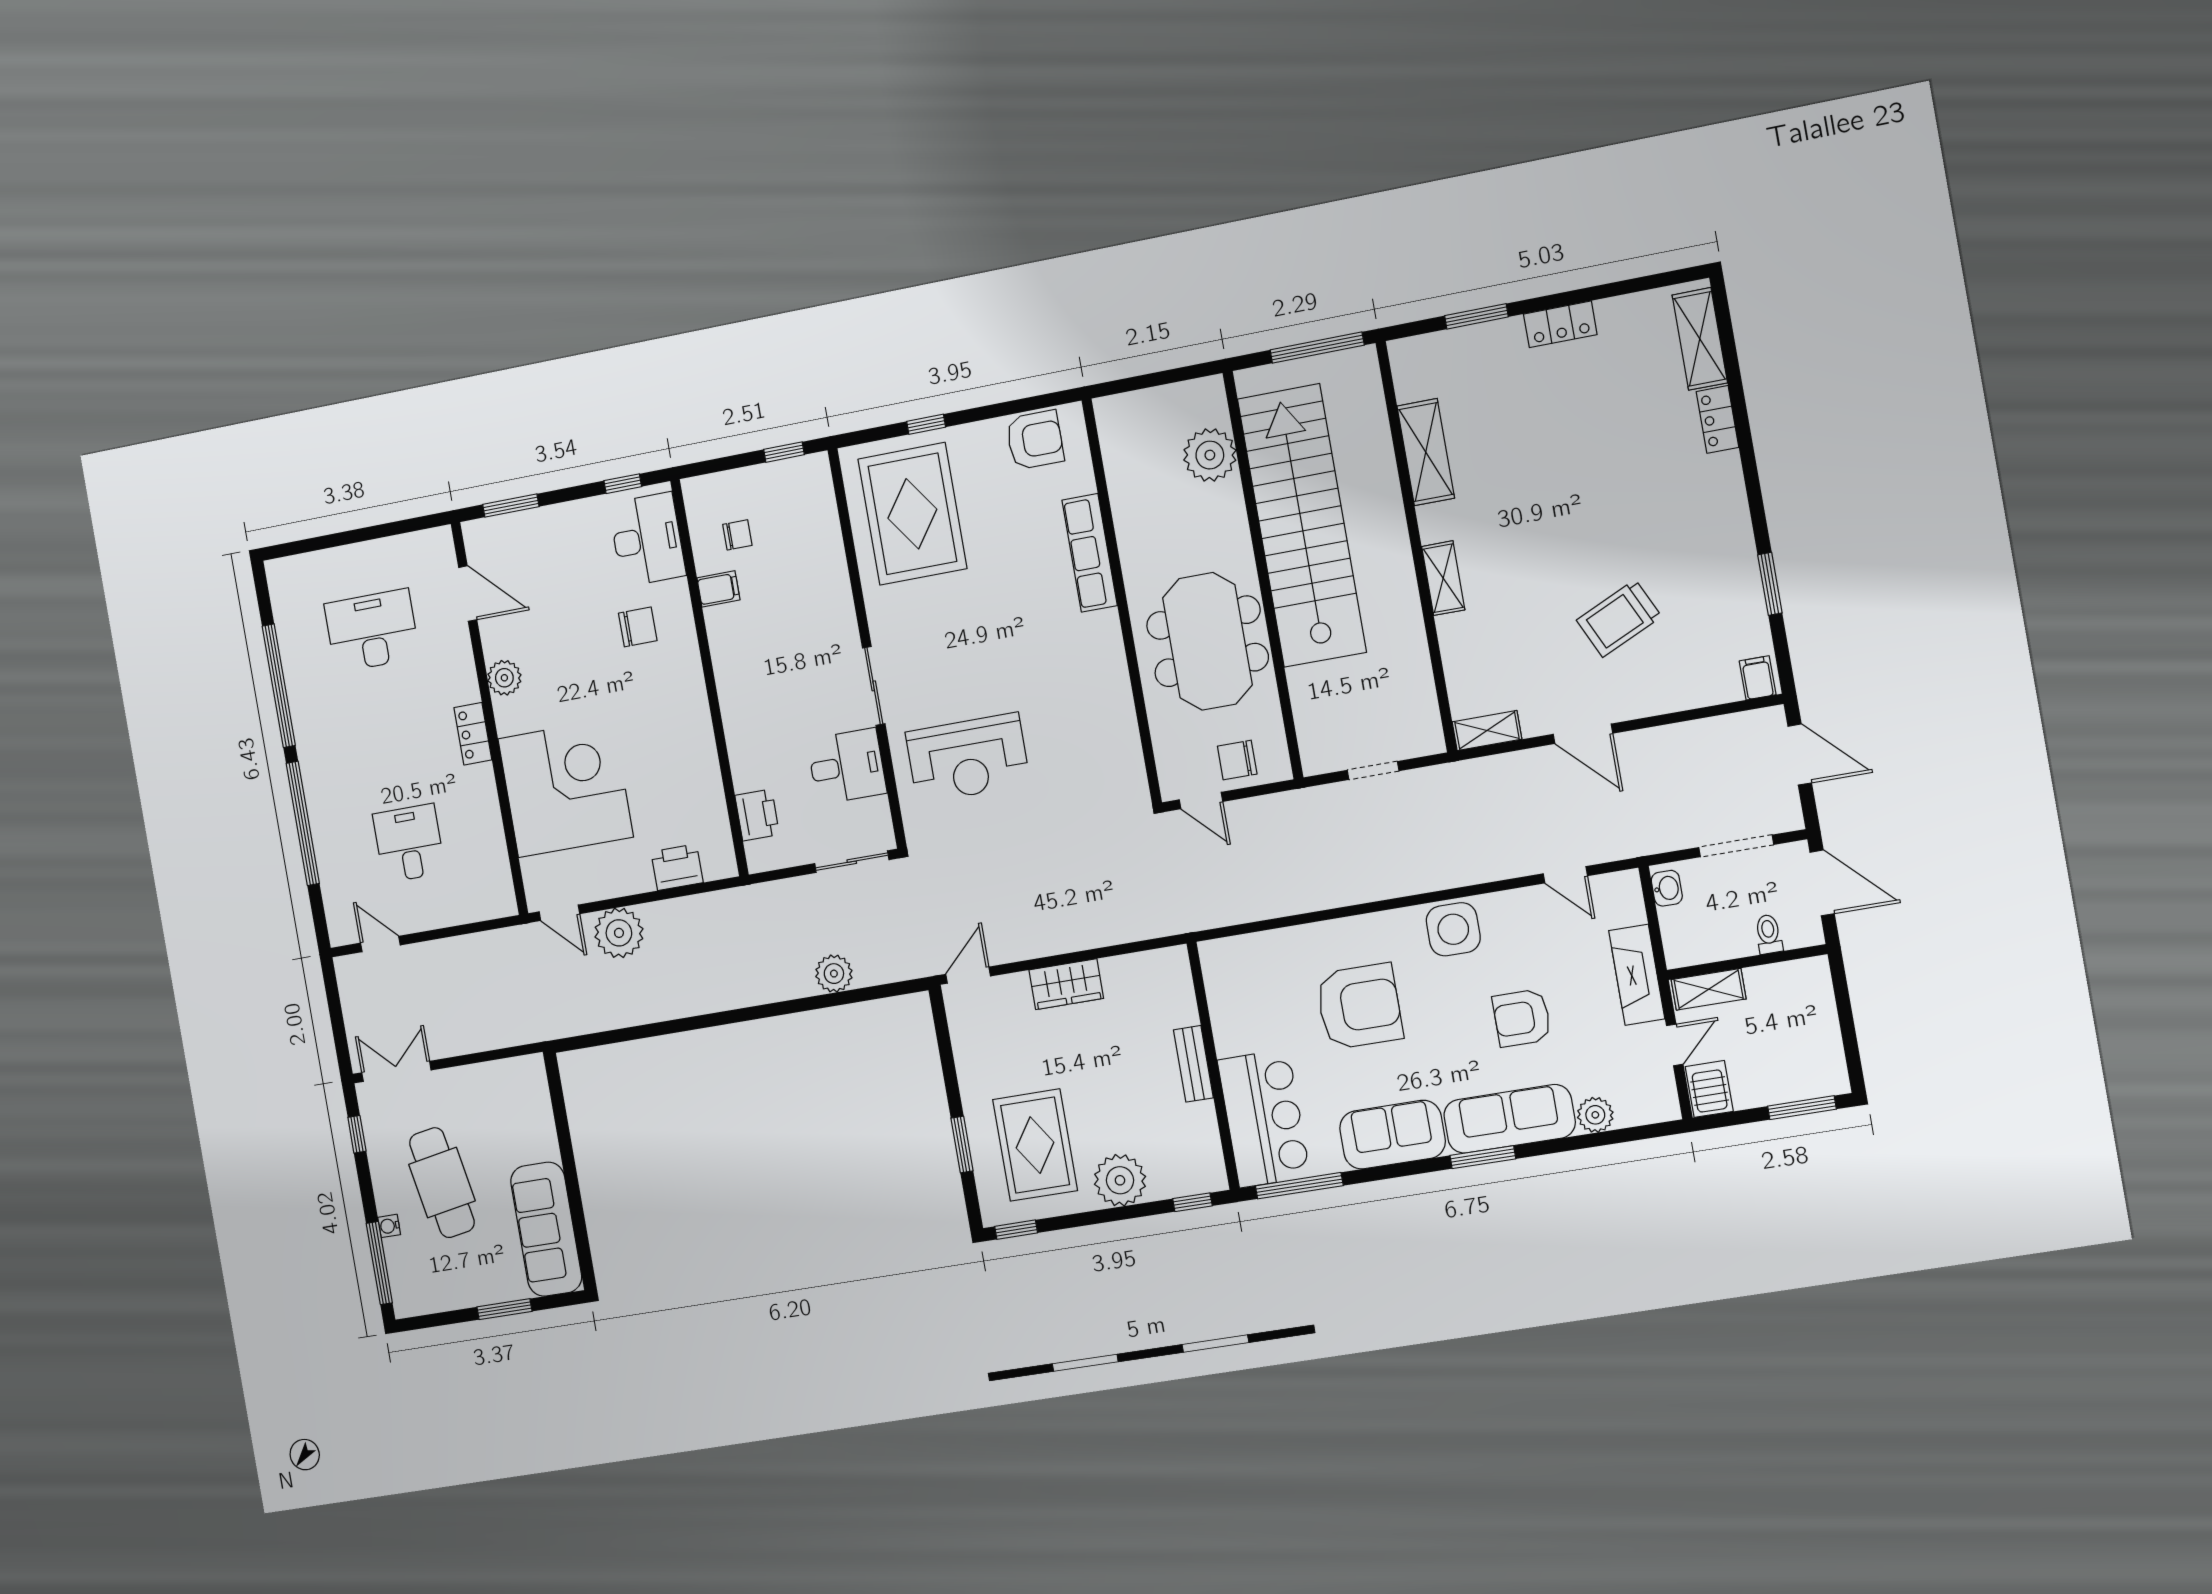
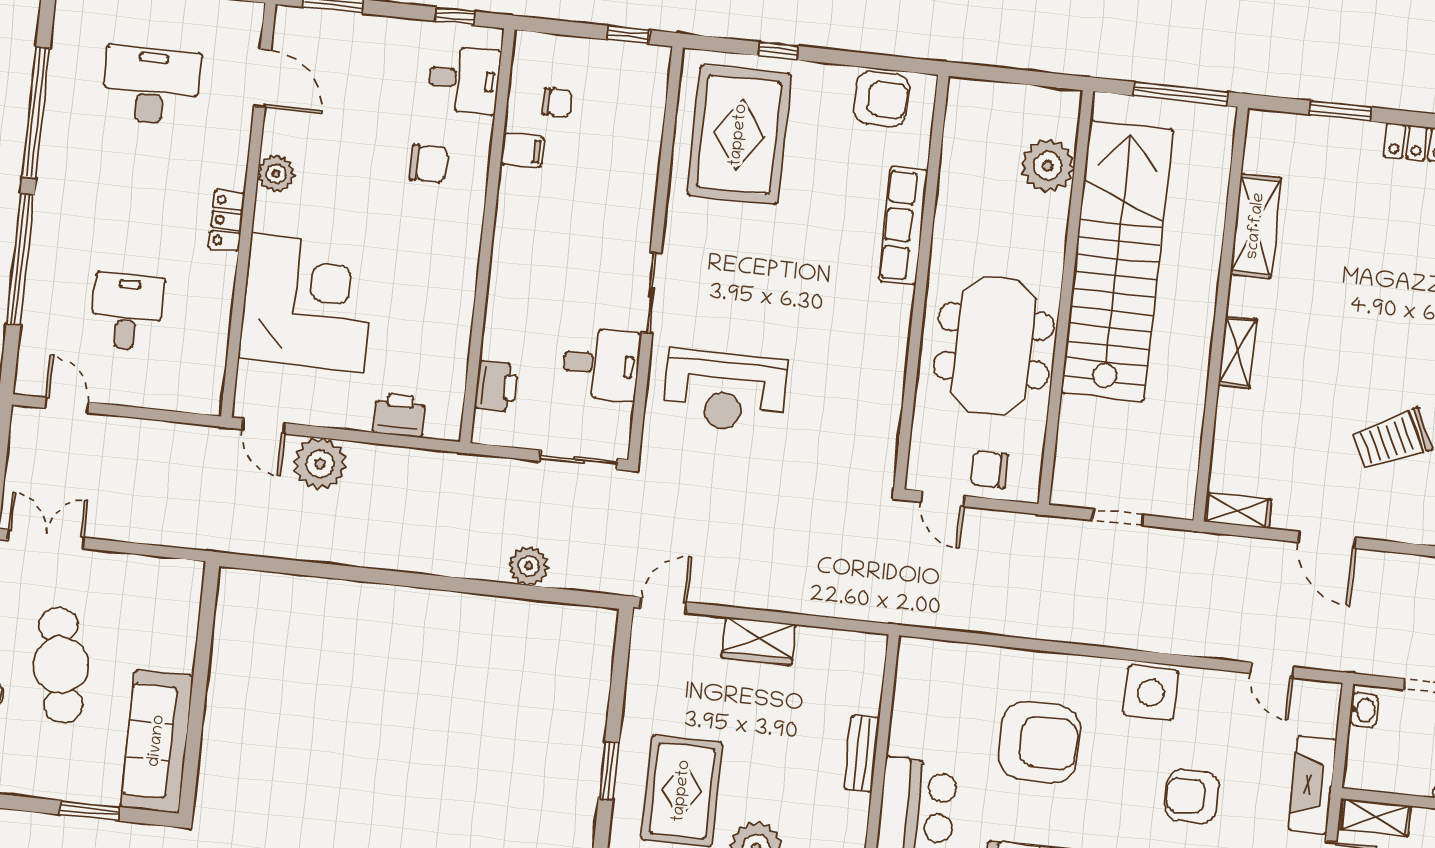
desk: (647, 540) -> (464, 79), width x0.73

